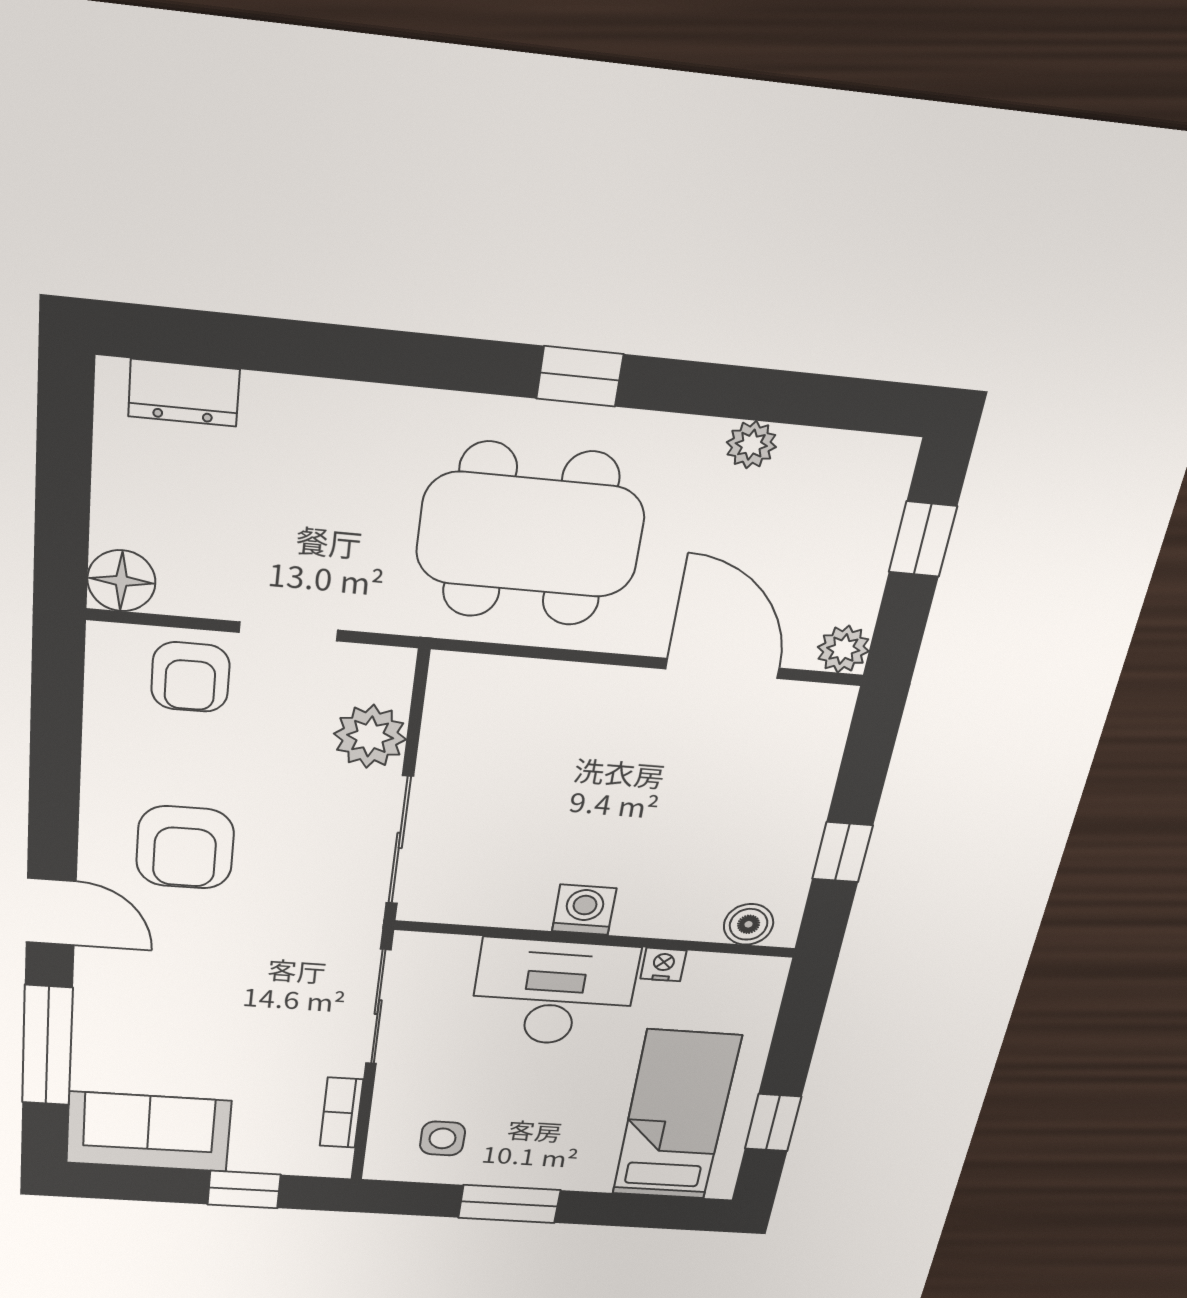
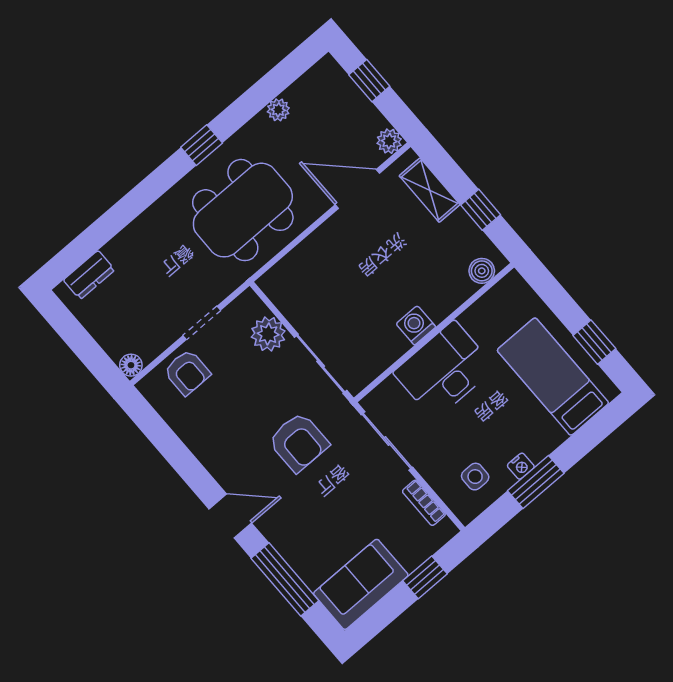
floor lamp: (121, 581) -> (131, 365), width x0.73, depth x0.73
shelving: (812, 765) -> (430, 190), added
armchair: (185, 848) -> (298, 442), moved
nightstand: (663, 965) -> (521, 466), moved, turned 180

